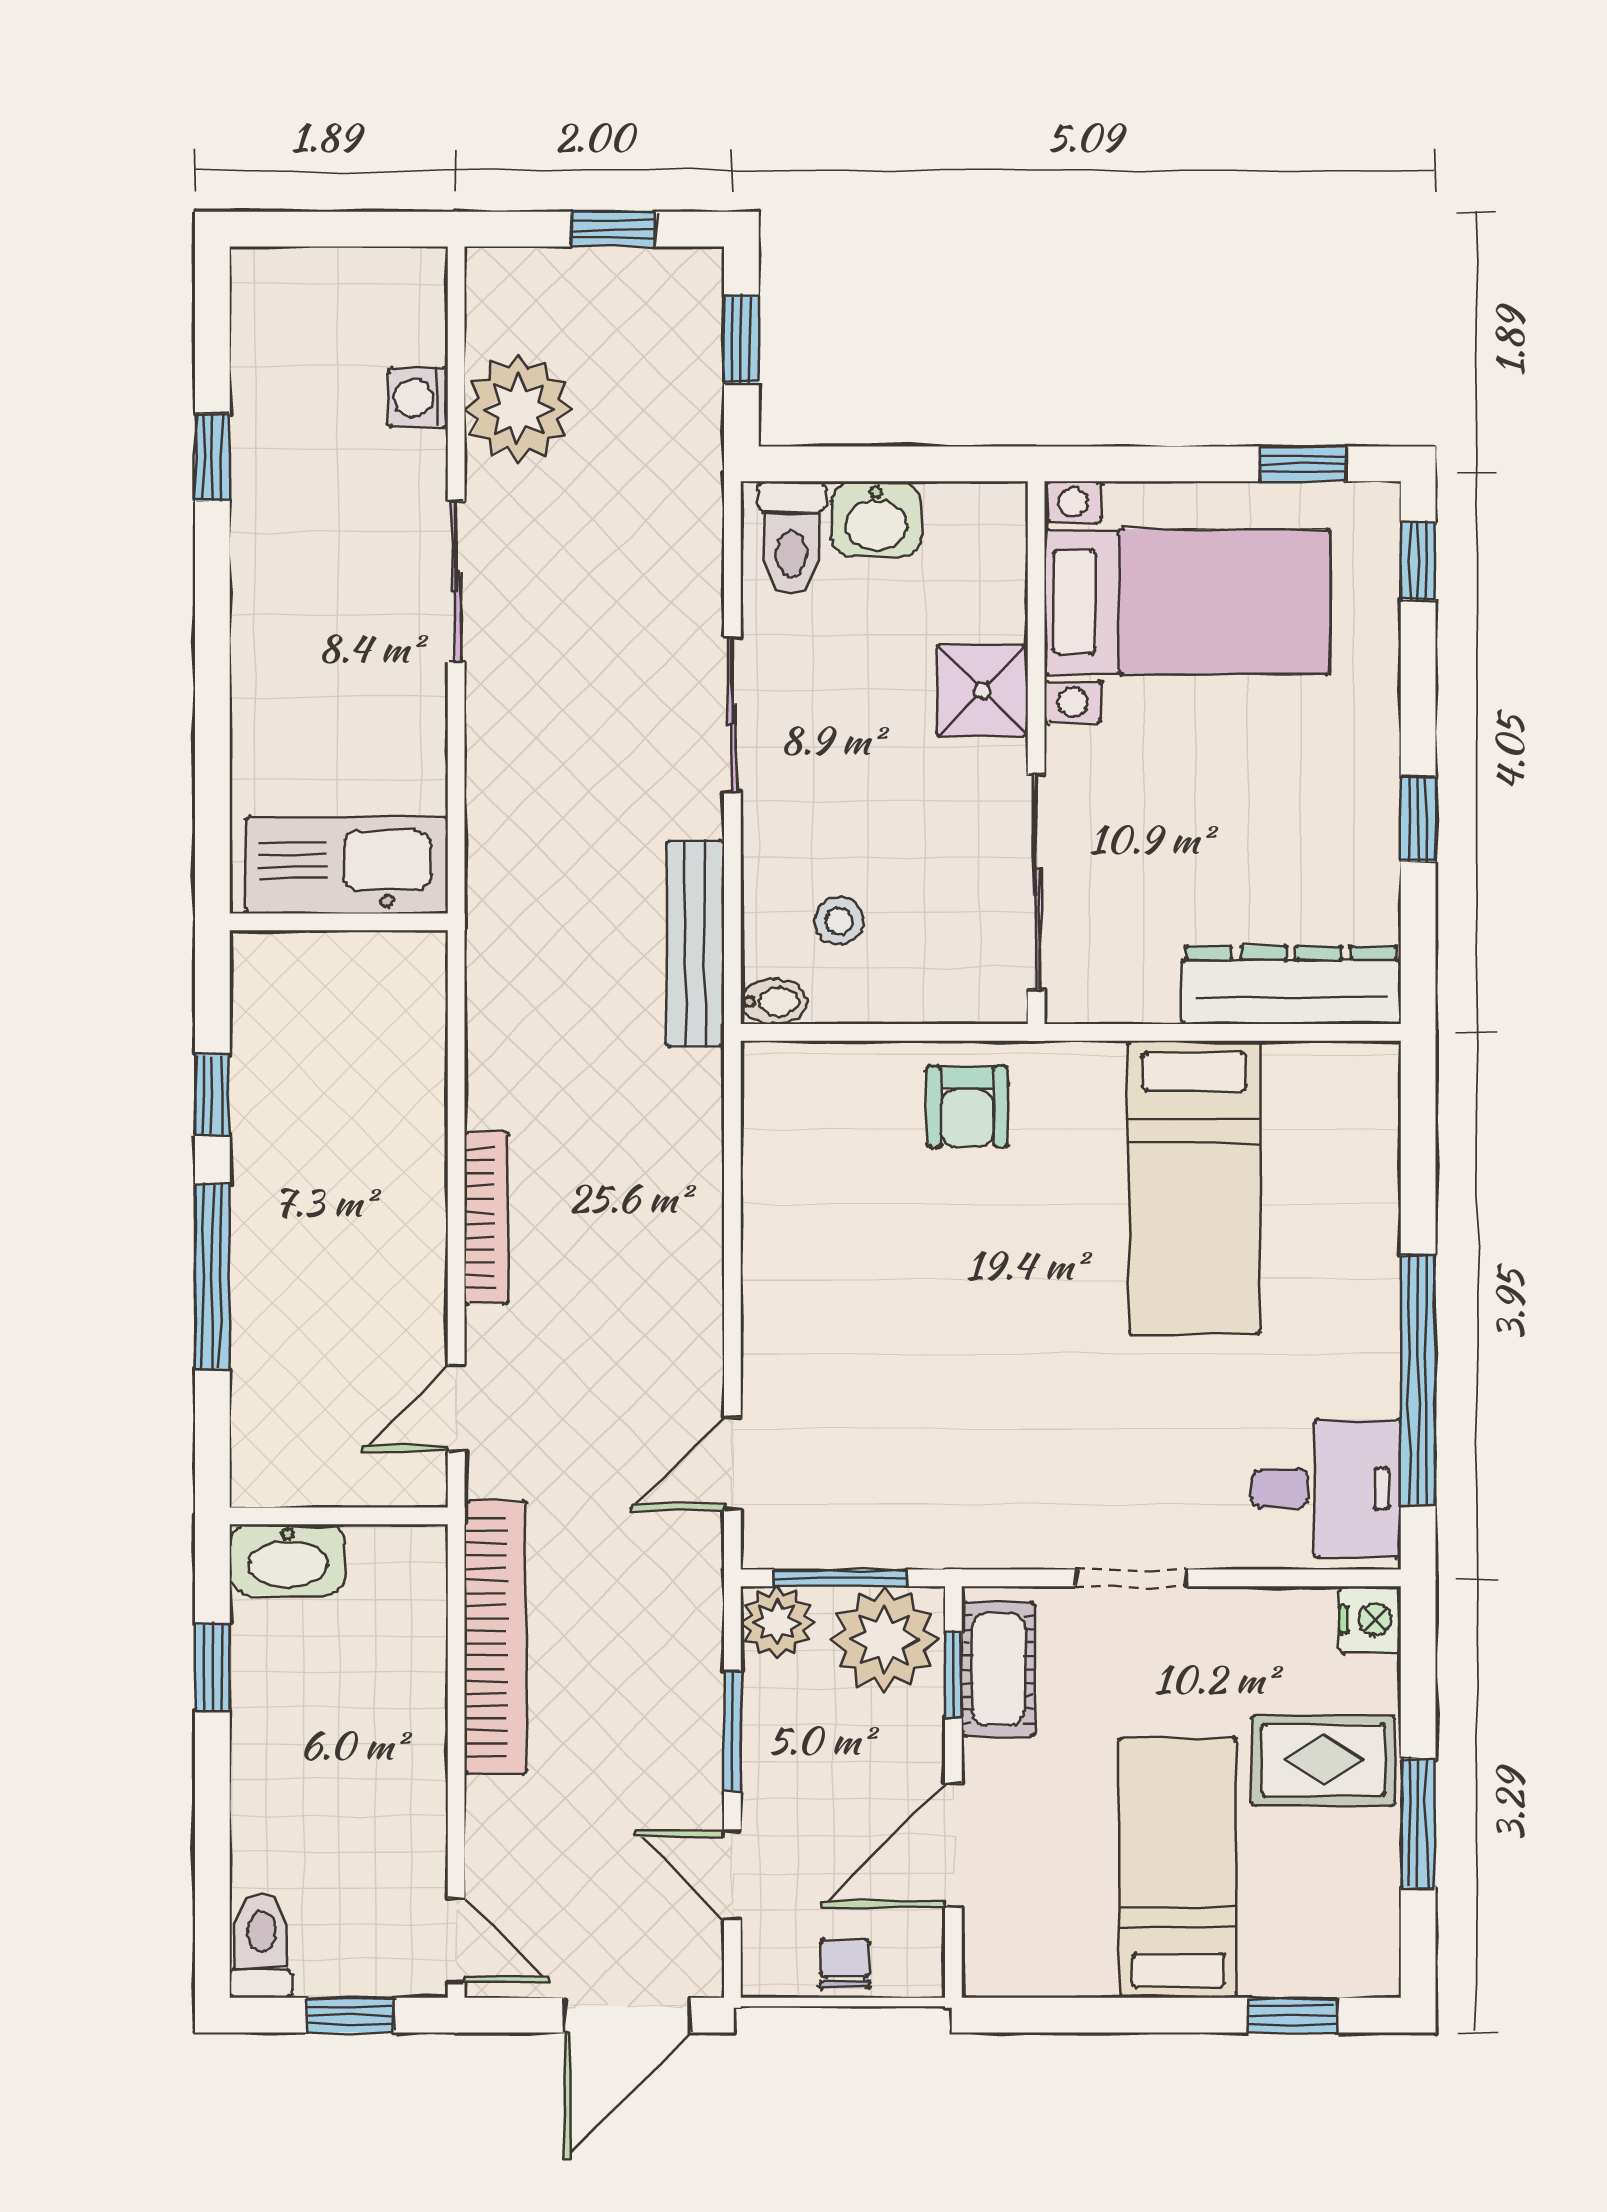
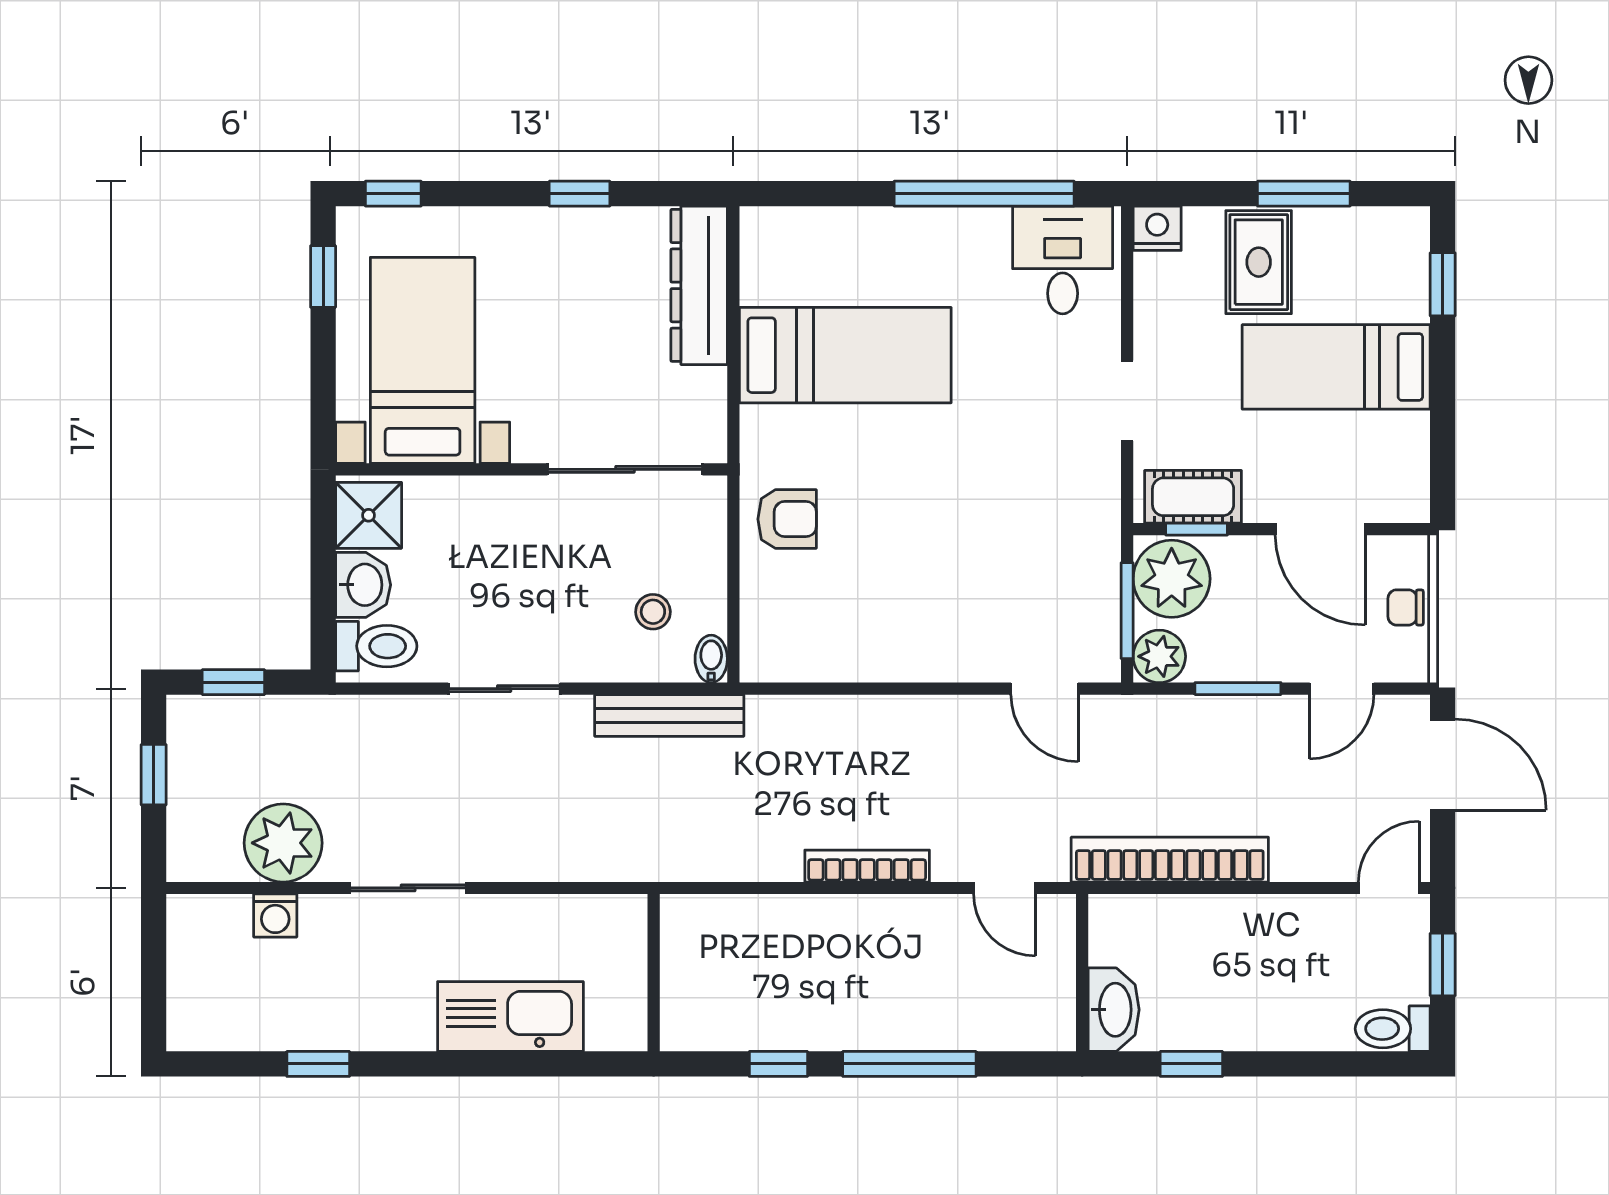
shower: (982, 691) -> (369, 515), moved
kitchen sink: (347, 865) -> (510, 1017), moved, turned 90

